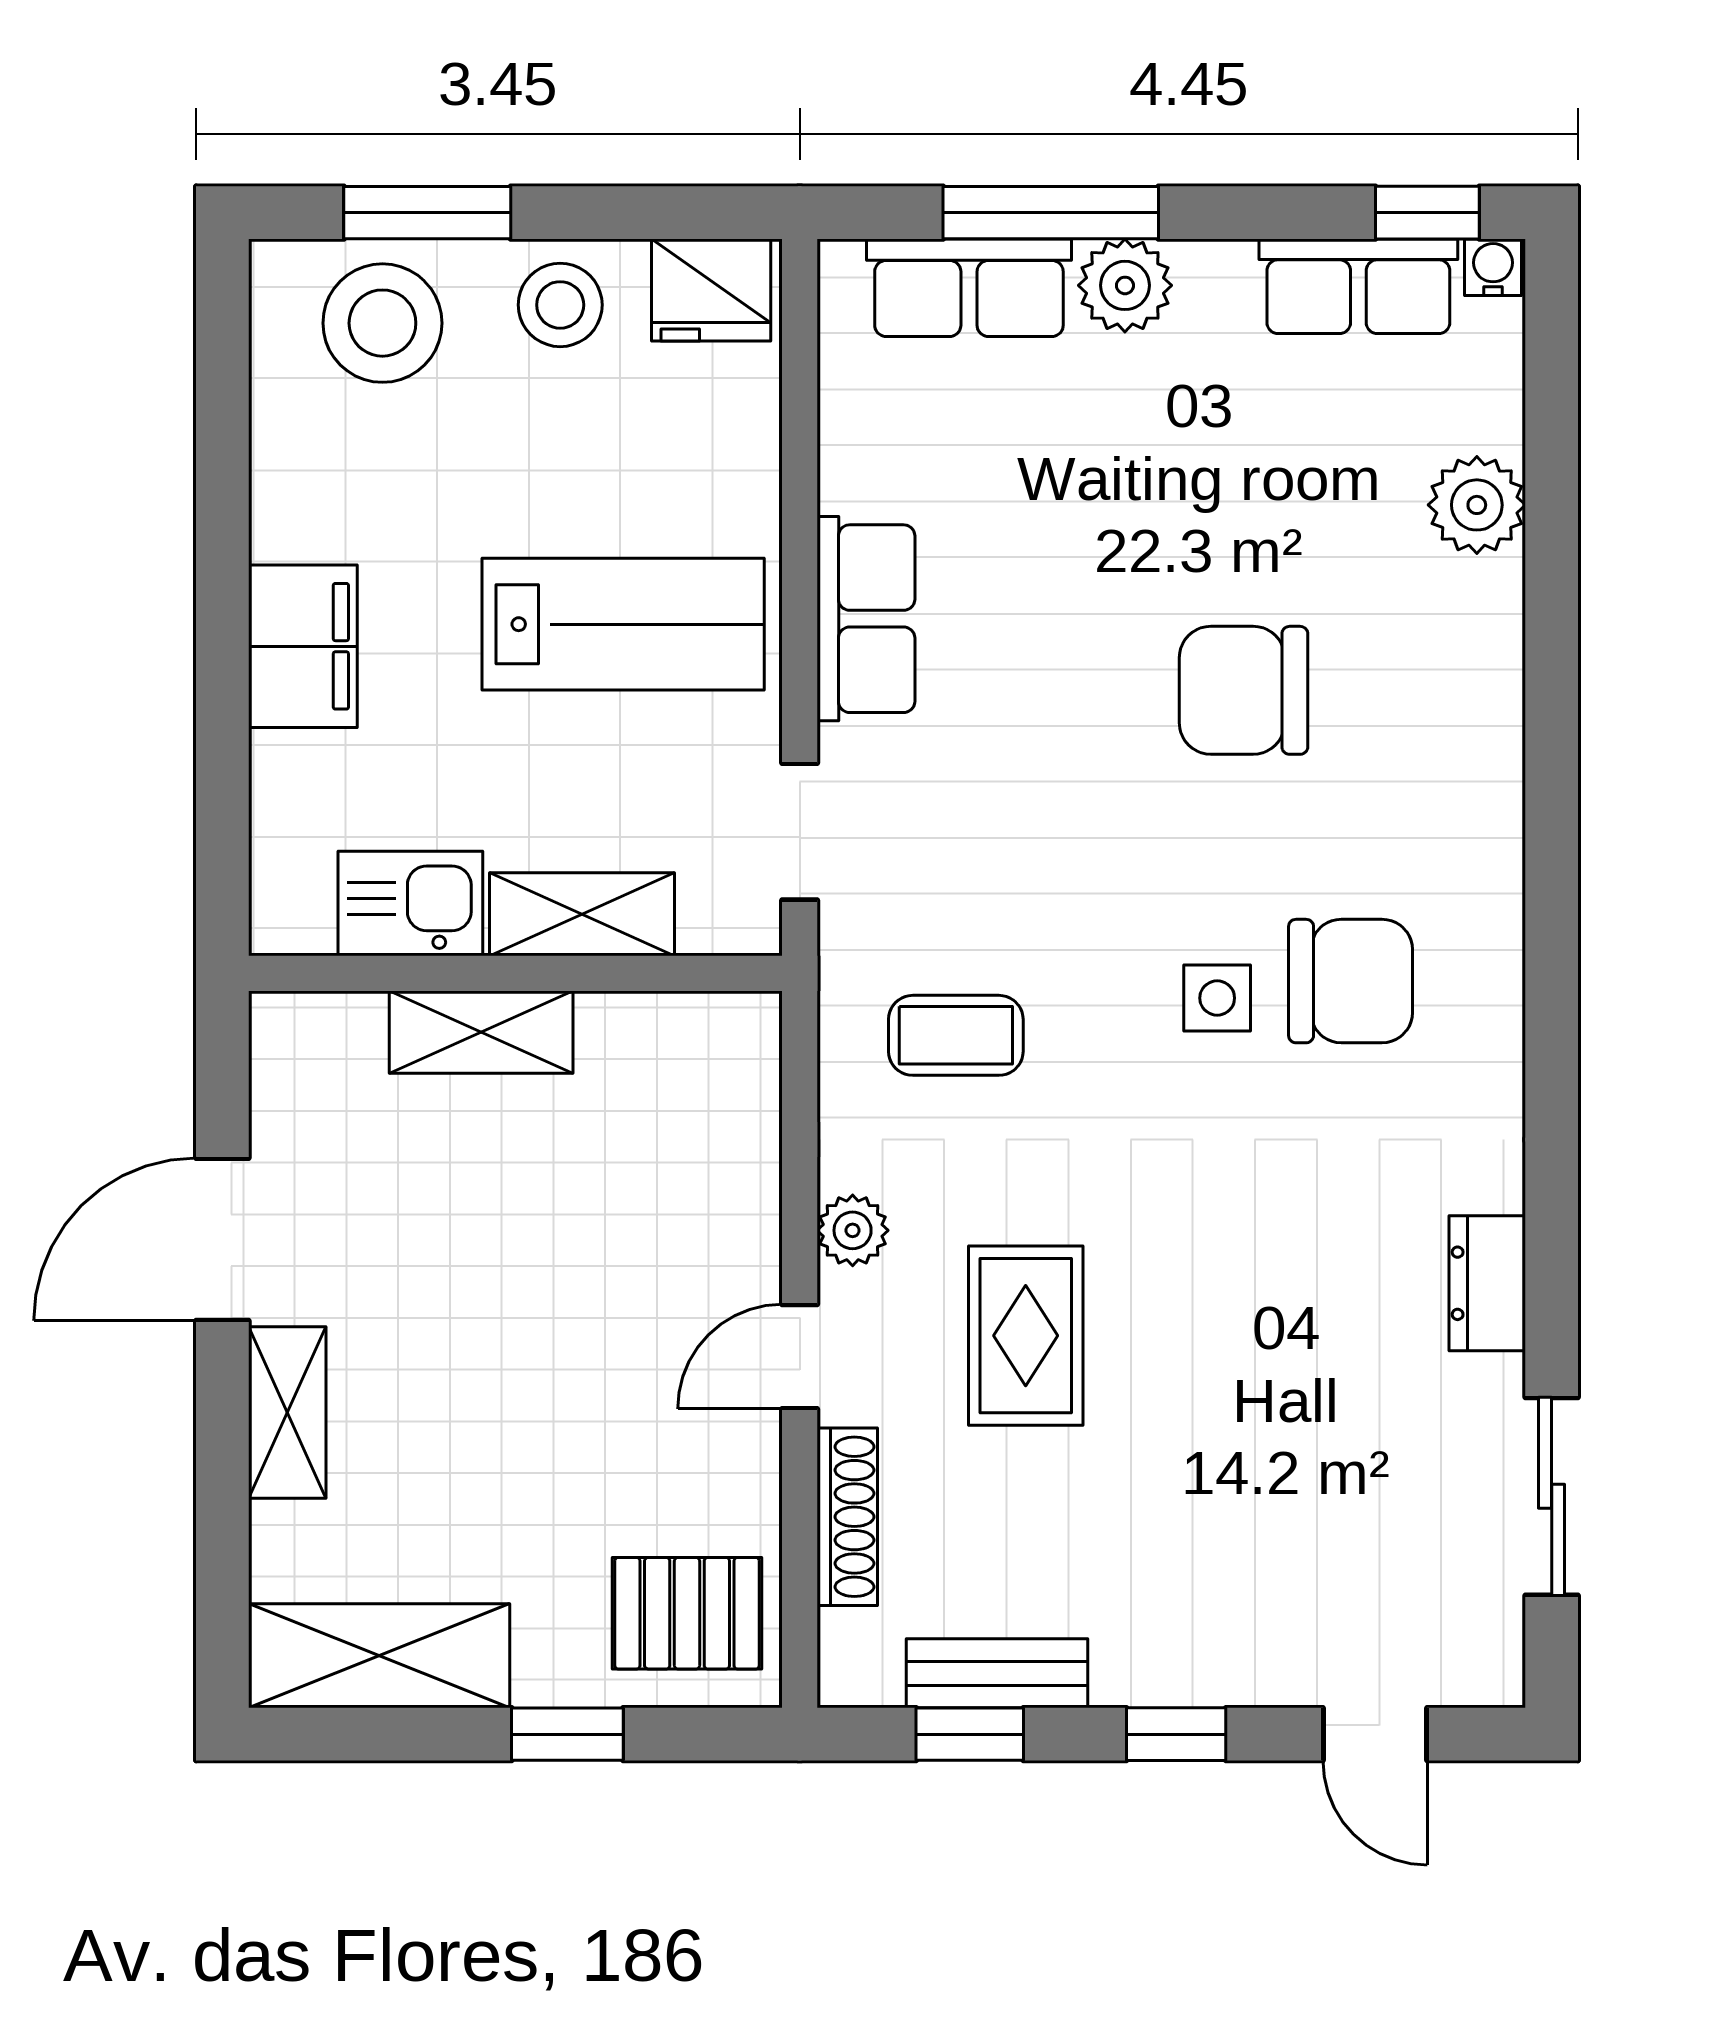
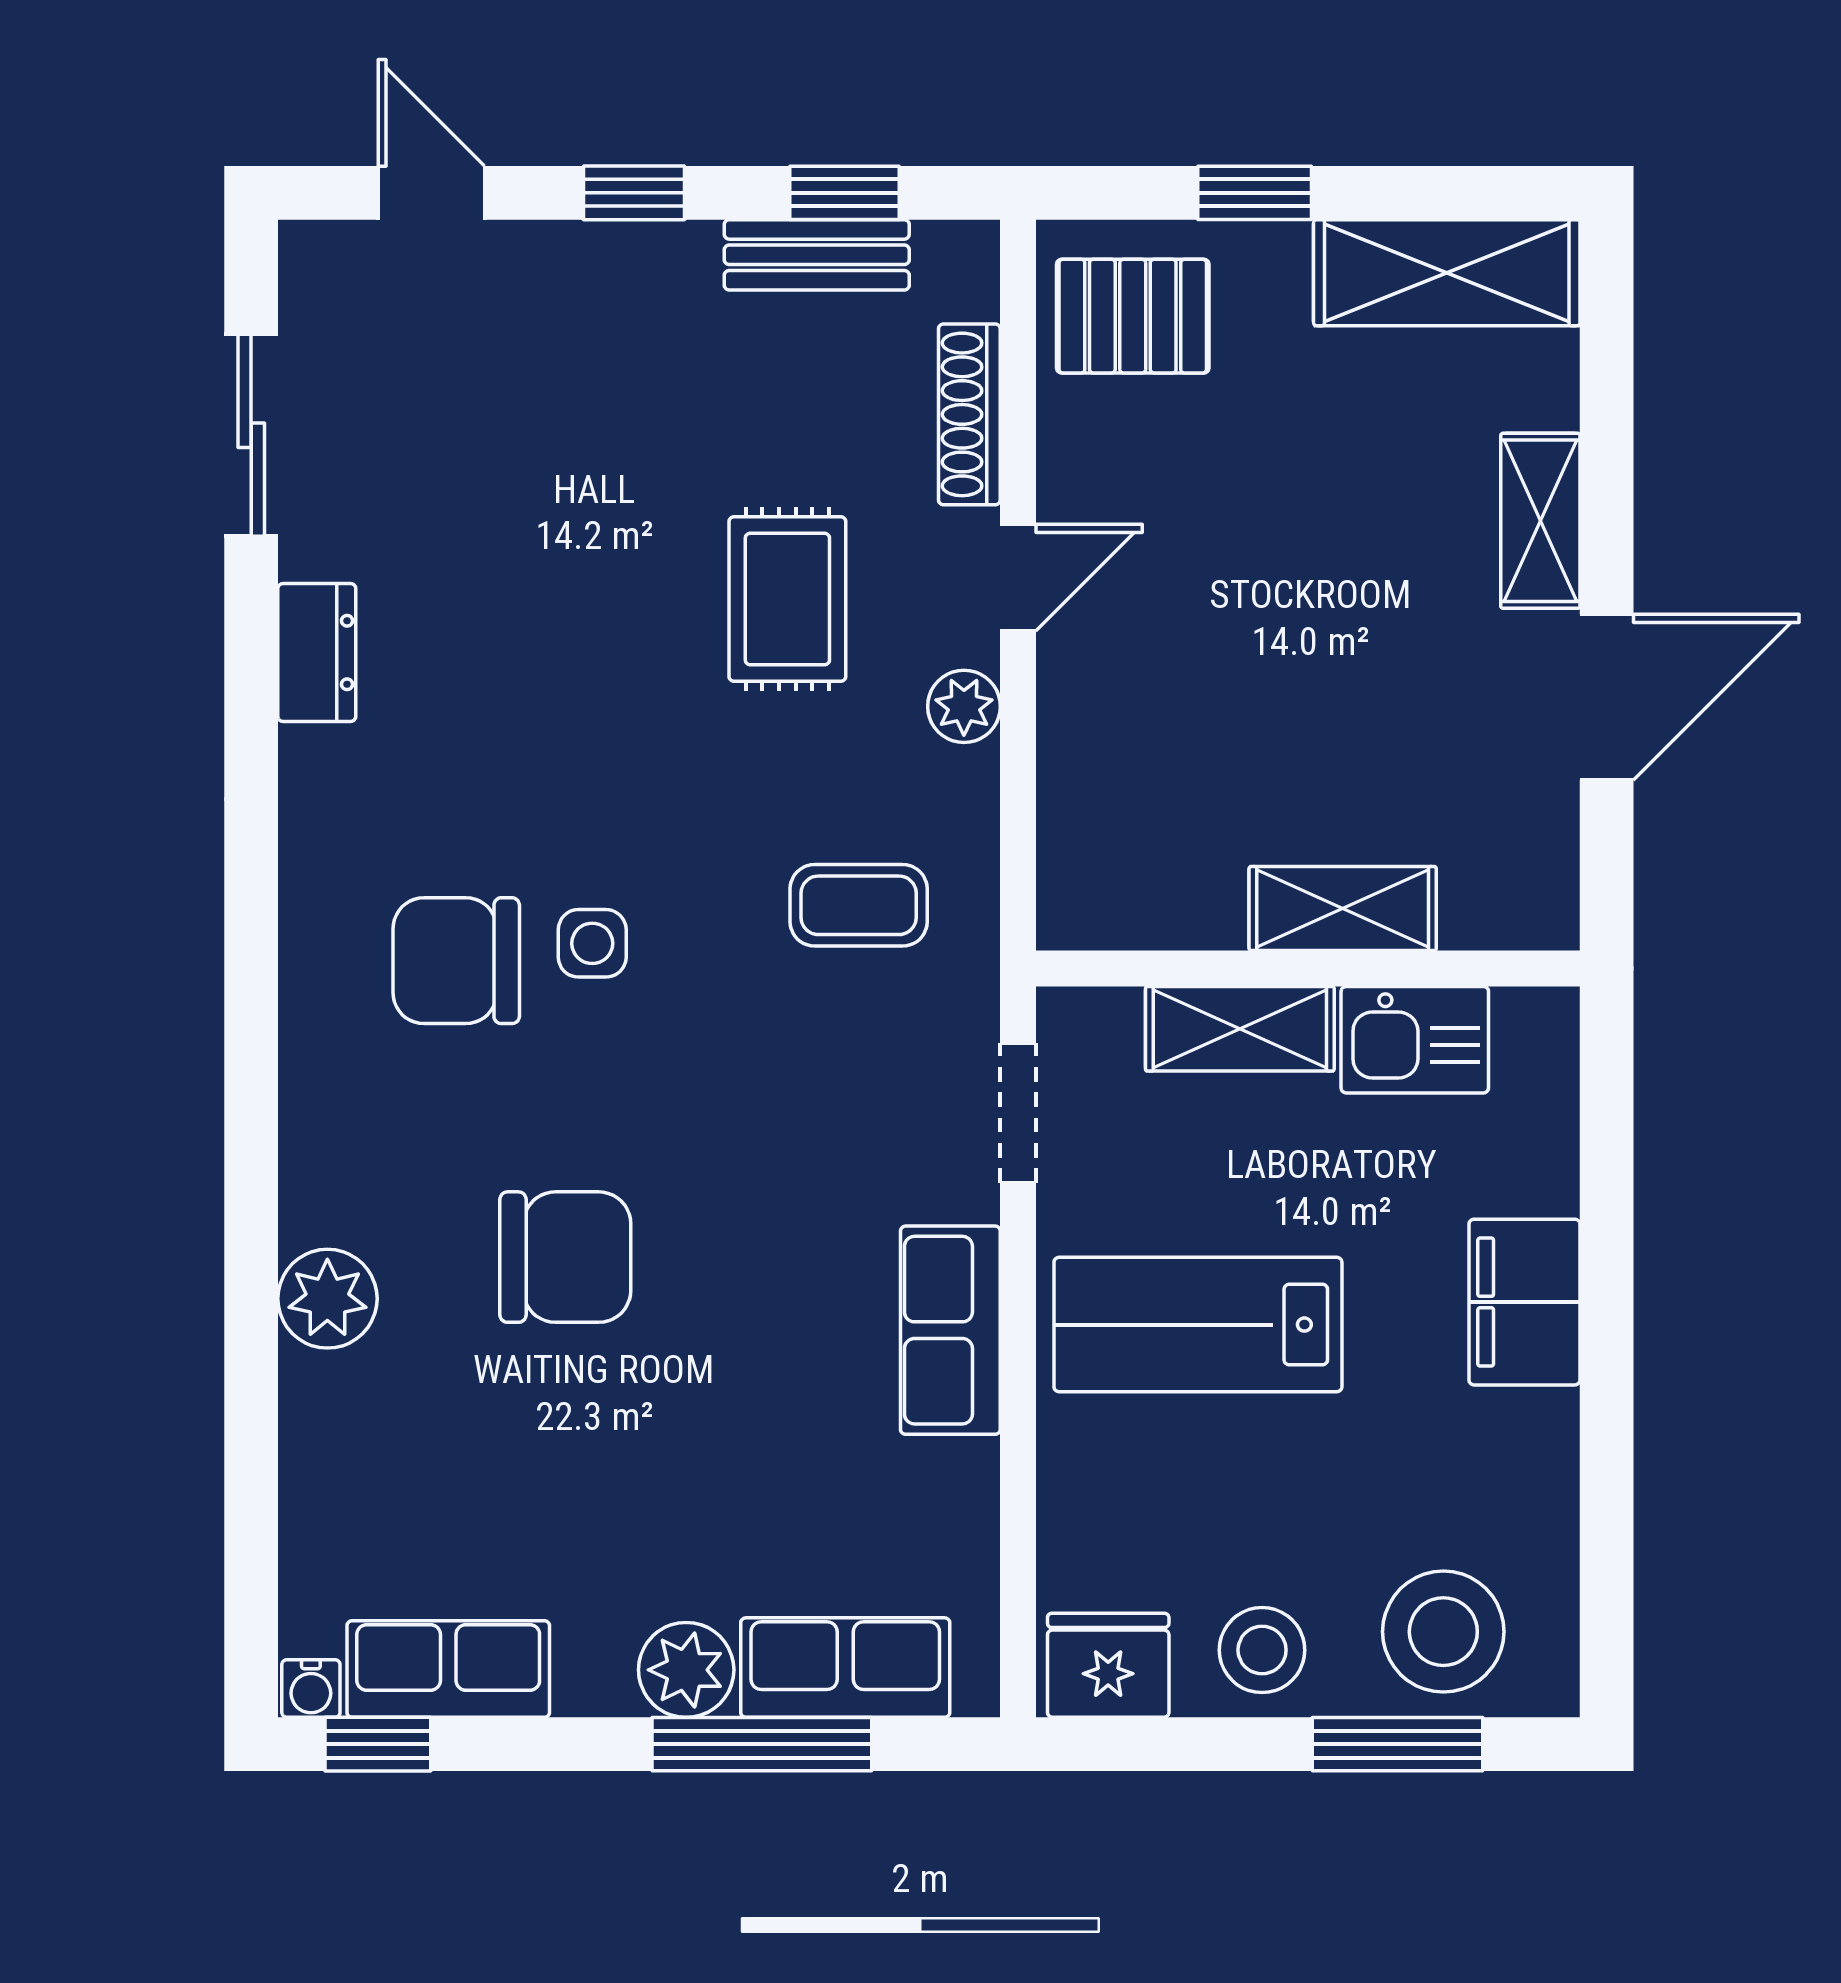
plant: (1477, 505) -> (327, 1299), moved

